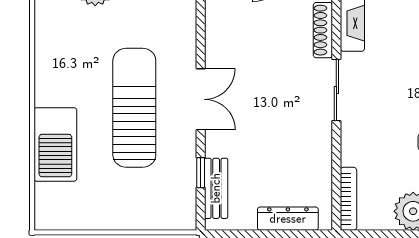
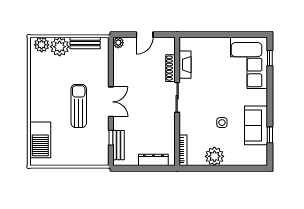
sun lounger: (134, 108) -> (79, 106), width x0.73, depth x0.75
barbecue: (55, 144) -> (40, 140), moved

